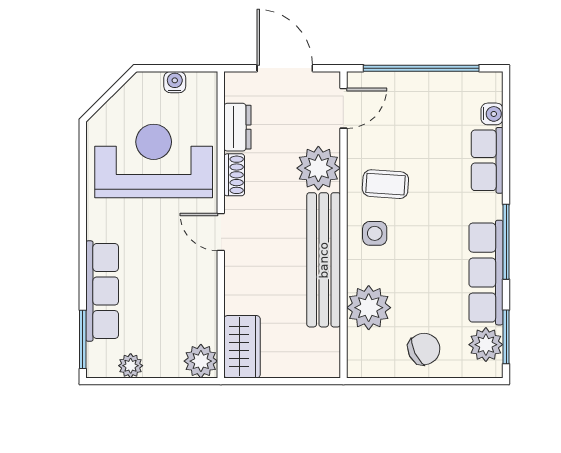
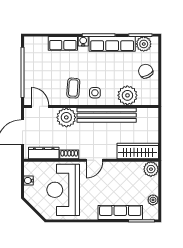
water cooler: (492, 114) -> (83, 41), moved
dresser: (237, 127) -> (44, 153), width x1.44
wardrobe: (242, 347) -> (138, 151), width x1.50

